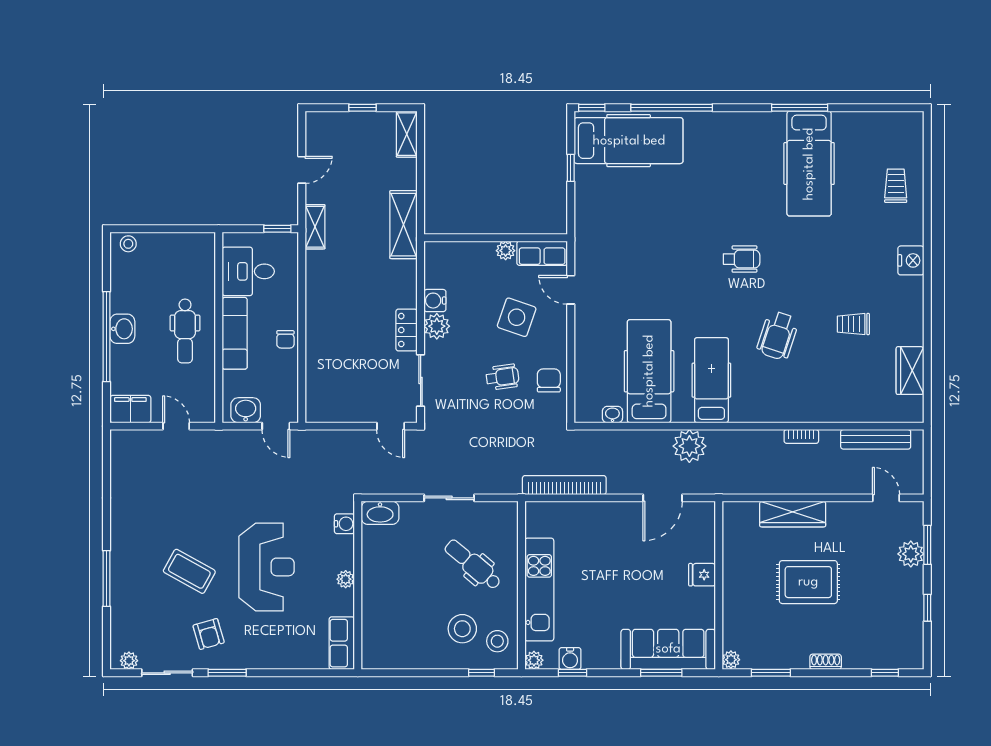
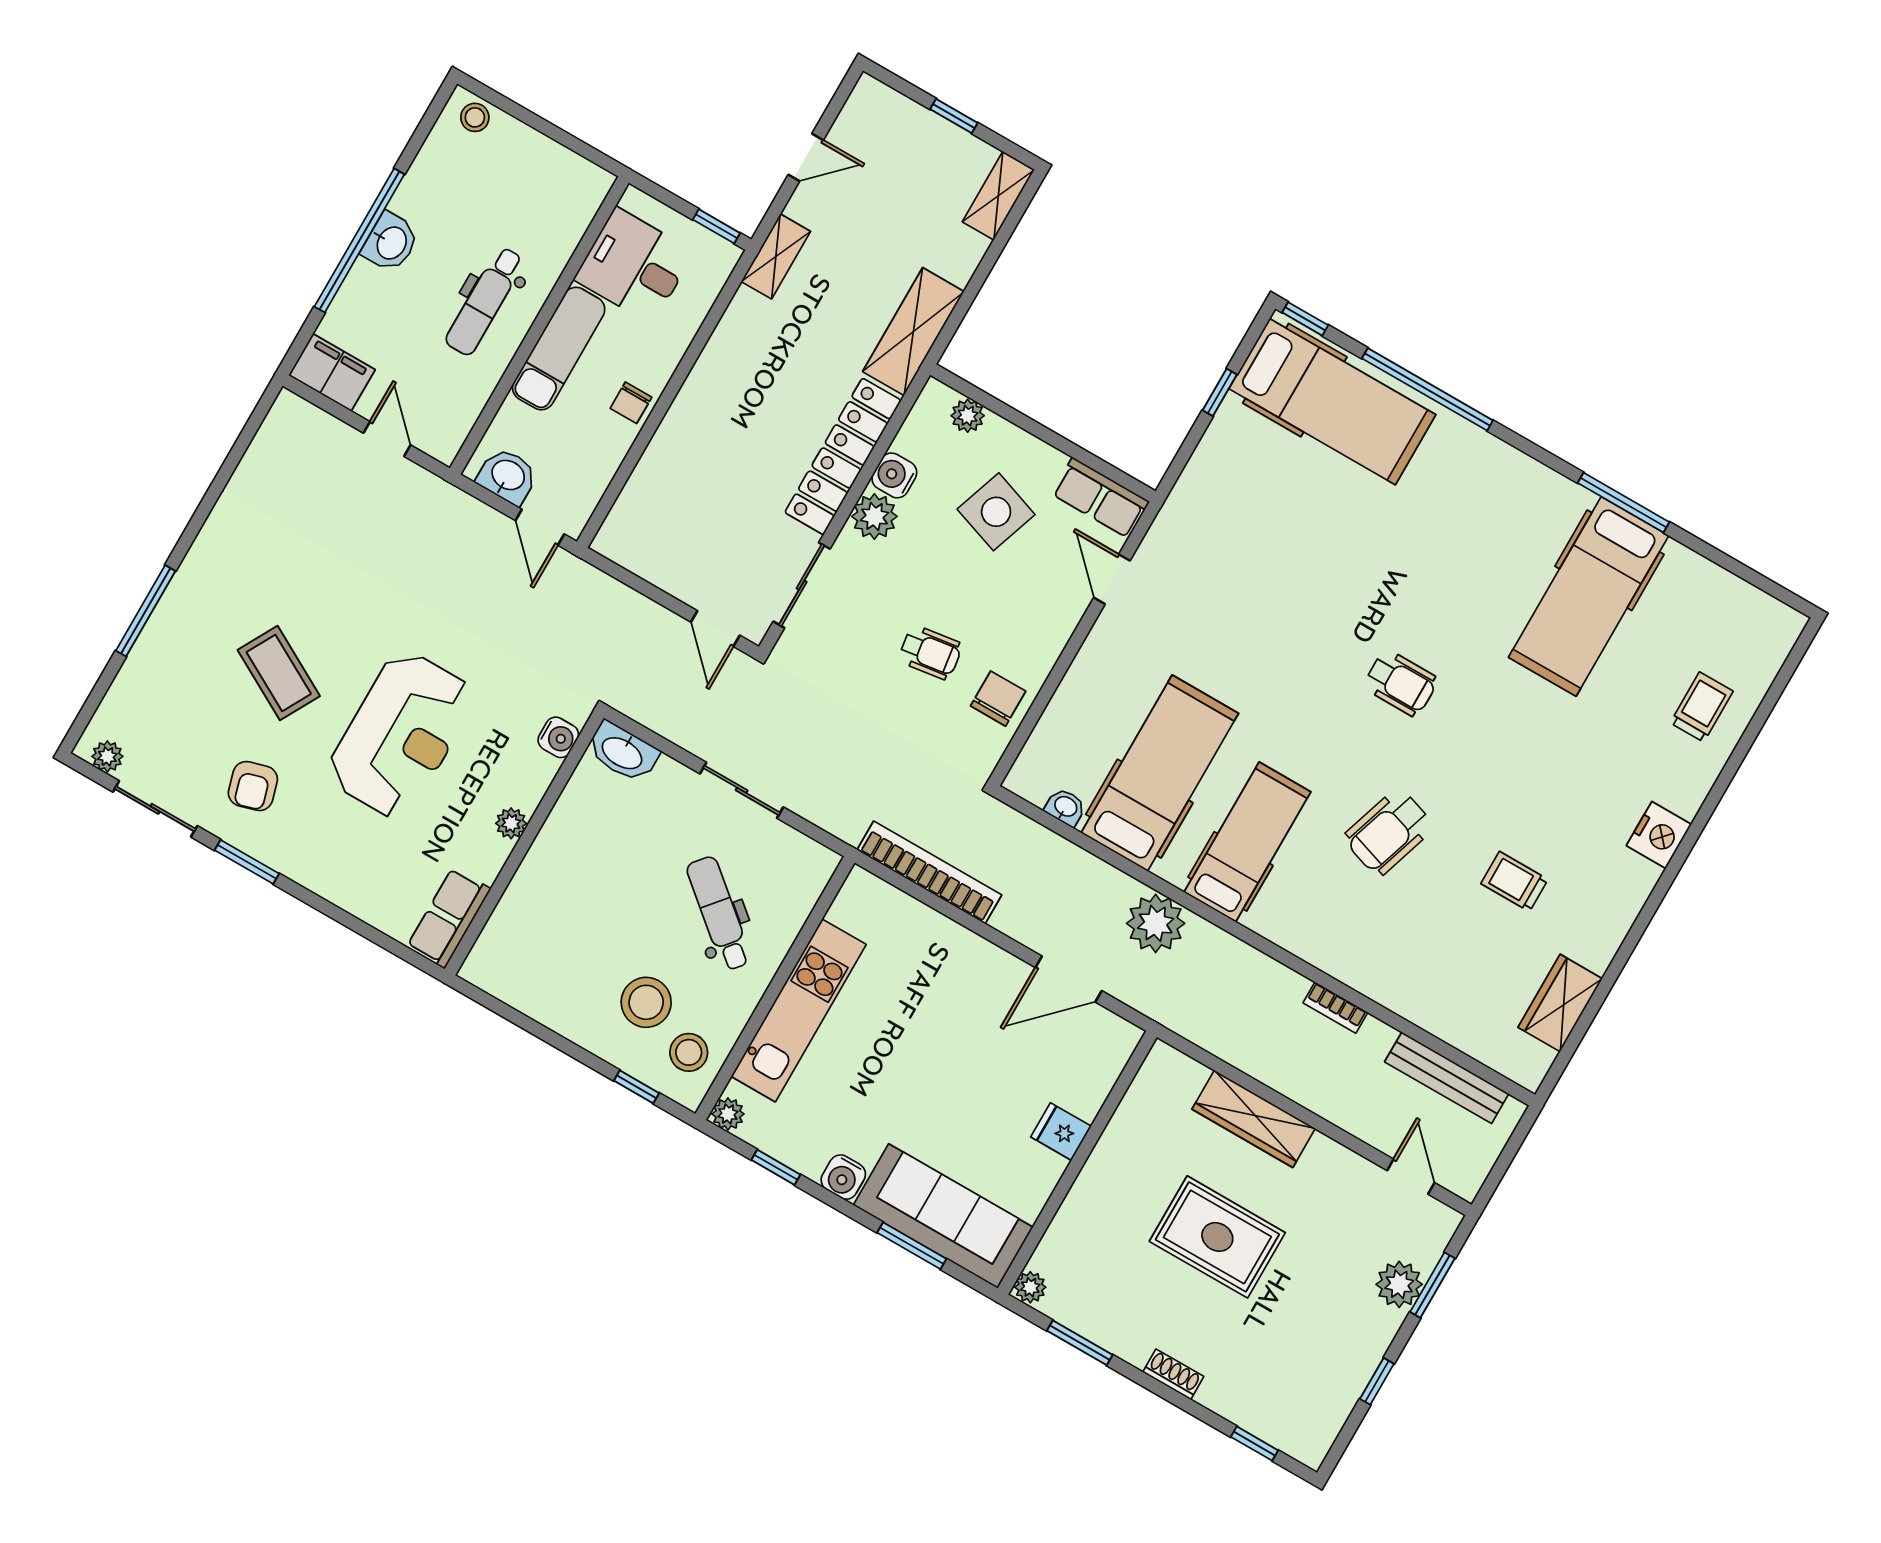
plant: (506, 251) -> (968, 416), moved
side table: (517, 317) -> (996, 512), moved
locker: (407, 330) -> (843, 456), width x2.16, depth x1.21
water cooler: (570, 659) -> (843, 1177), moved

